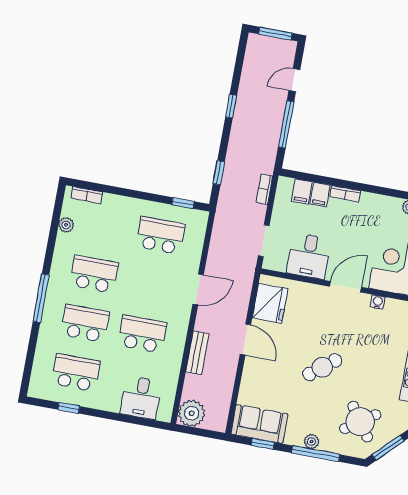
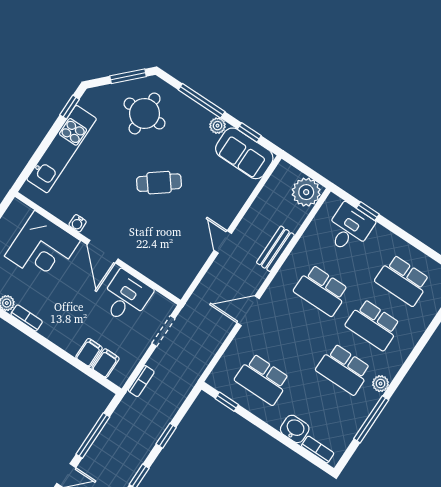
window: (219, 173) -> (166, 436), moved
bookcase: (345, 194) -> (27, 318), moved
washbasin: (114, 204) -> (295, 429), added
plant: (66, 225) -> (381, 384), moved
door: (345, 287) -> (103, 252), hinge flipped
window: (41, 298) -> (371, 419), moved
fridge: (270, 303) -> (183, 267), removed
door: (245, 339) -> (223, 242), width x0.73
window: (69, 408) -> (368, 211), moved
round table: (360, 422) -> (145, 113), turned 35
plant: (312, 442) -> (218, 126), moved

